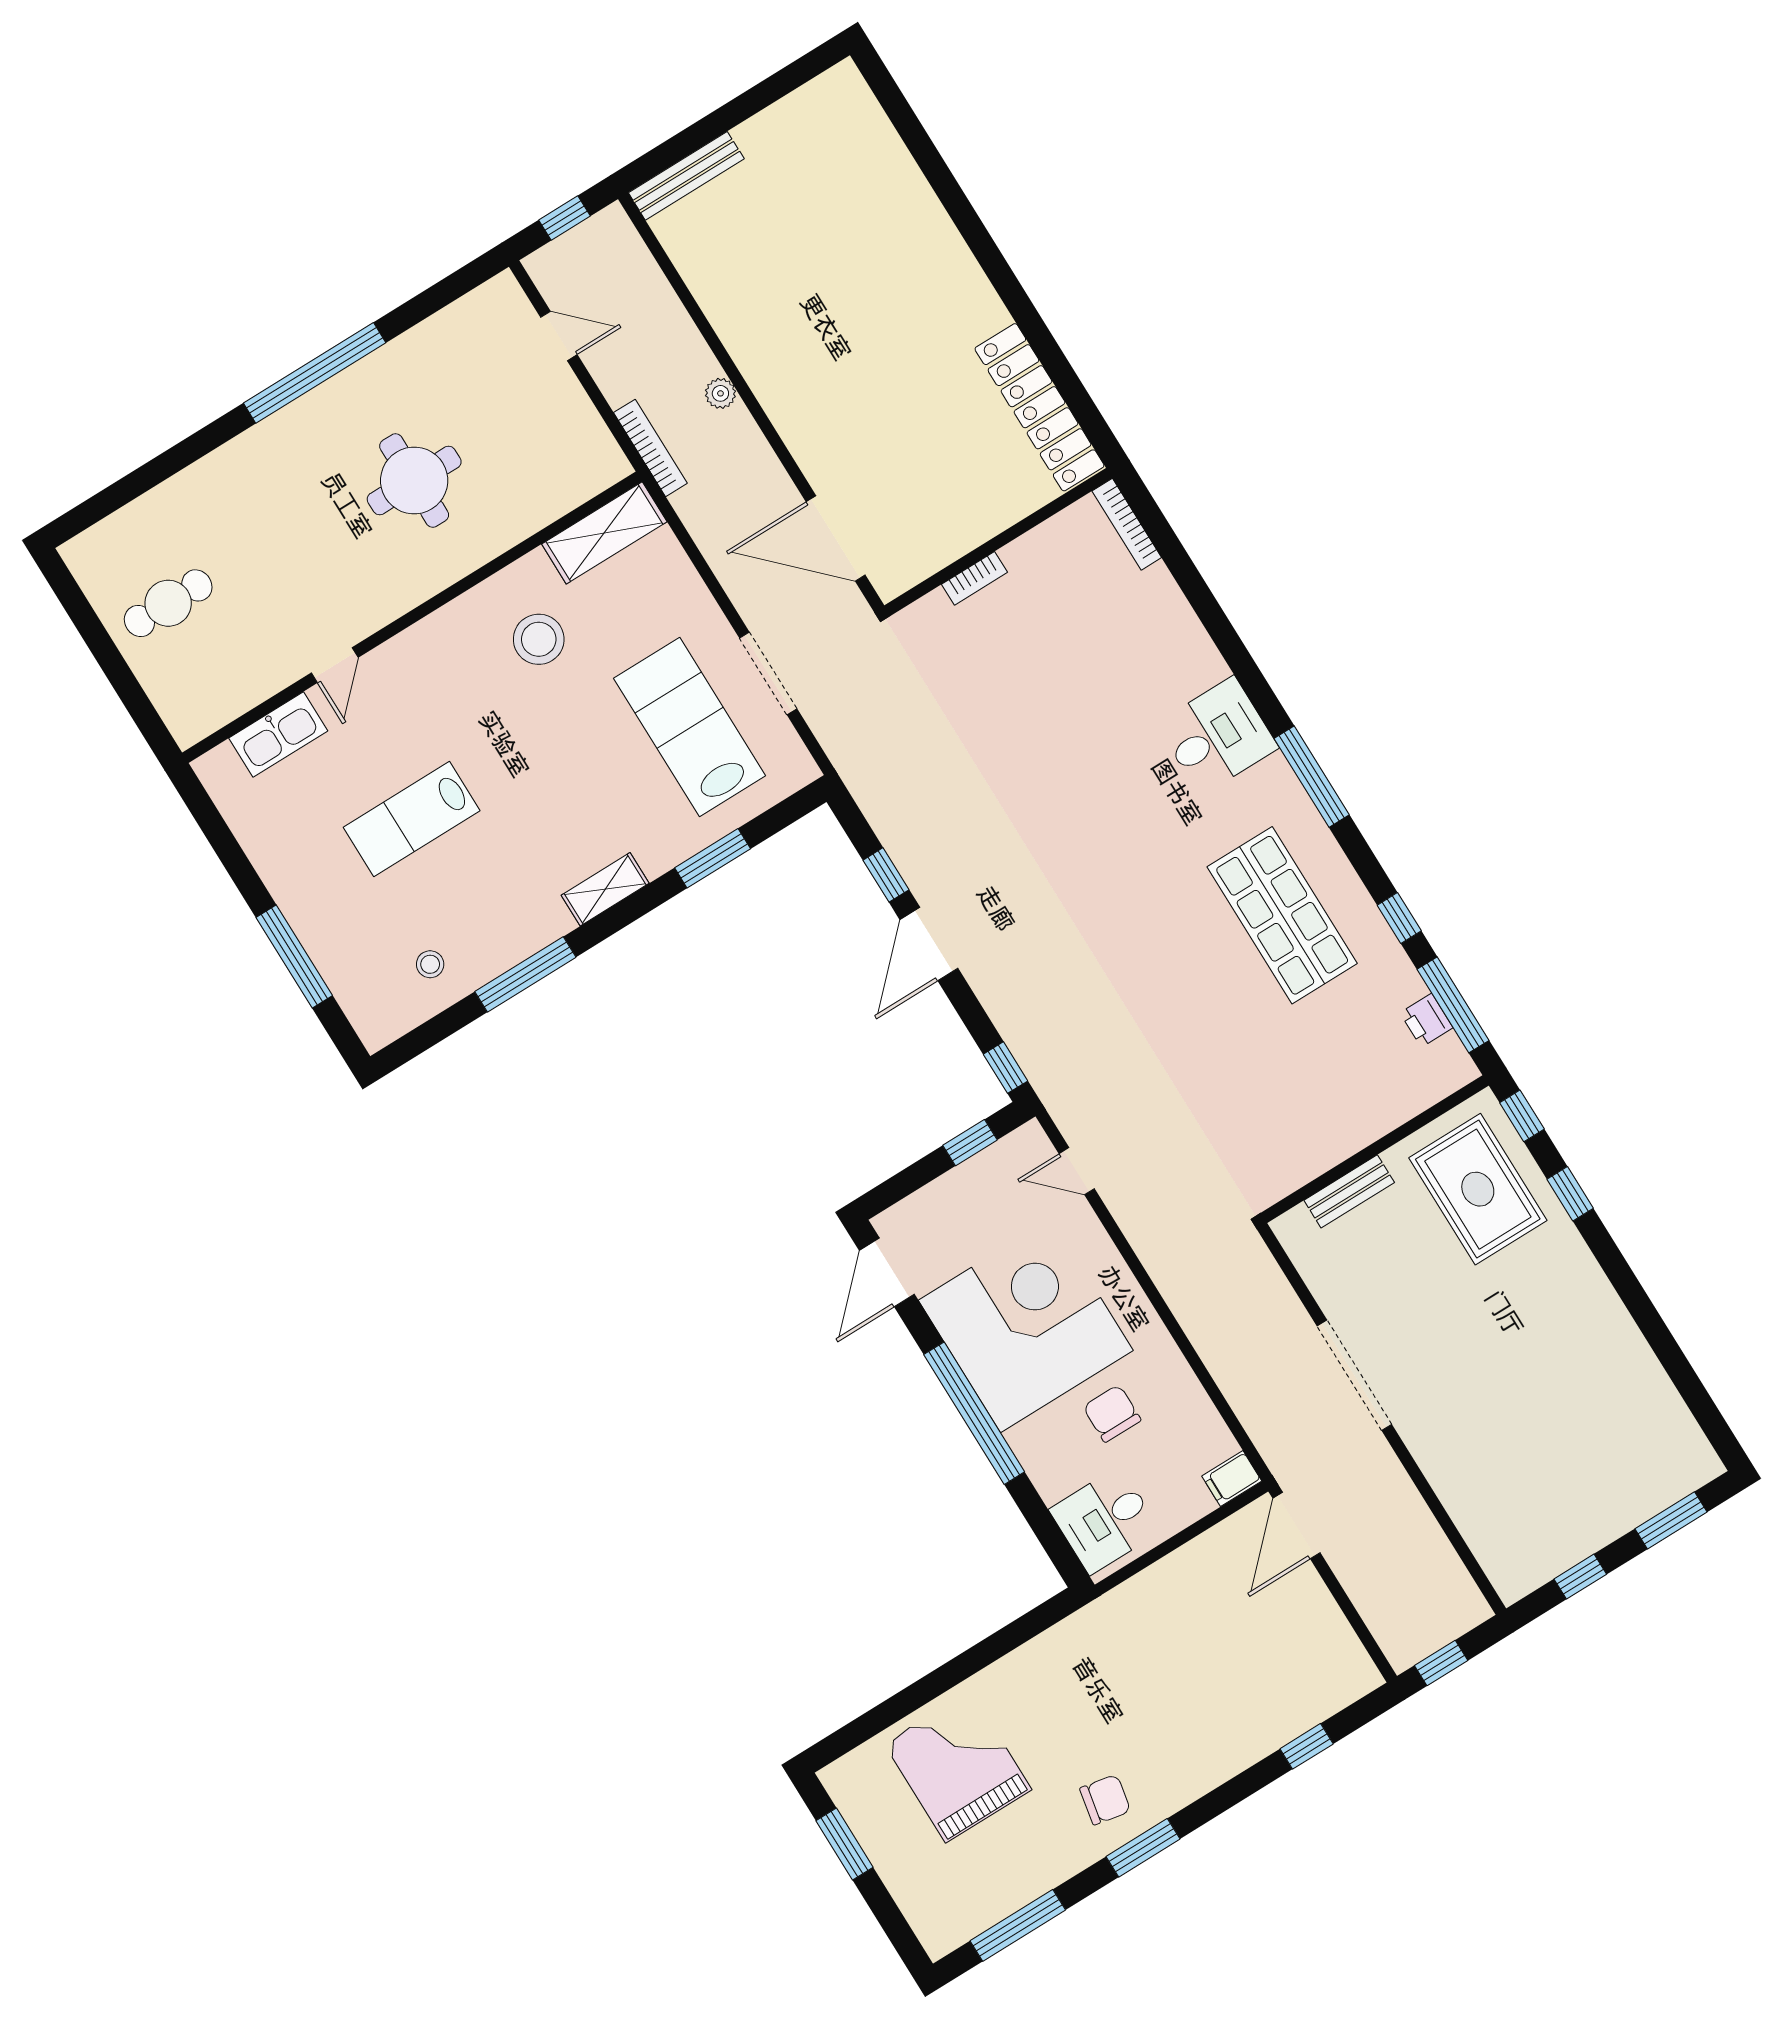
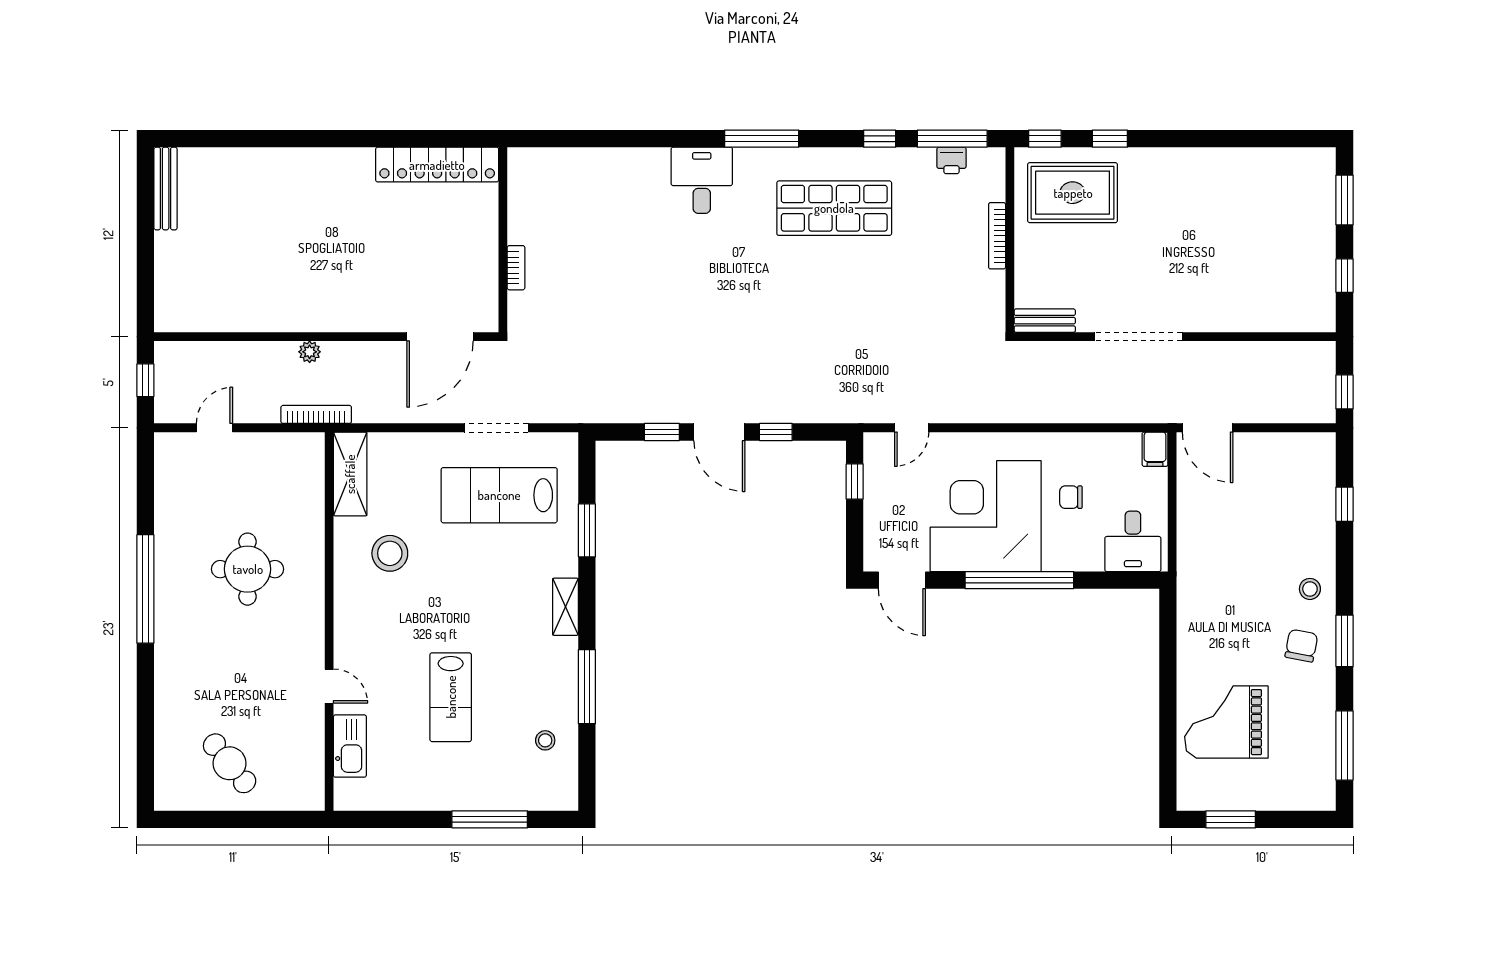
bench: (686, 176) -> (166, 188), moved
bookcase: (1127, 524) -> (997, 236), moved, turned 90
cafe table: (168, 603) -> (230, 763), turned -39
window: (1005, 1068) -> (776, 432), moved
bench: (1349, 1191) -> (1045, 321), moved, turned 90
chair: (1112, 1413) -> (1071, 497), width x0.73, depth x0.73
stool: (1179, 1768) -> (1310, 589), added

